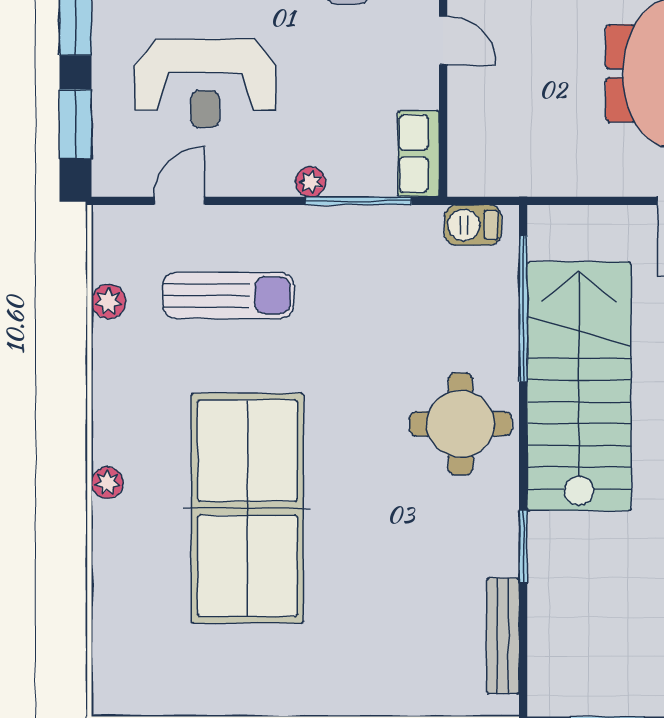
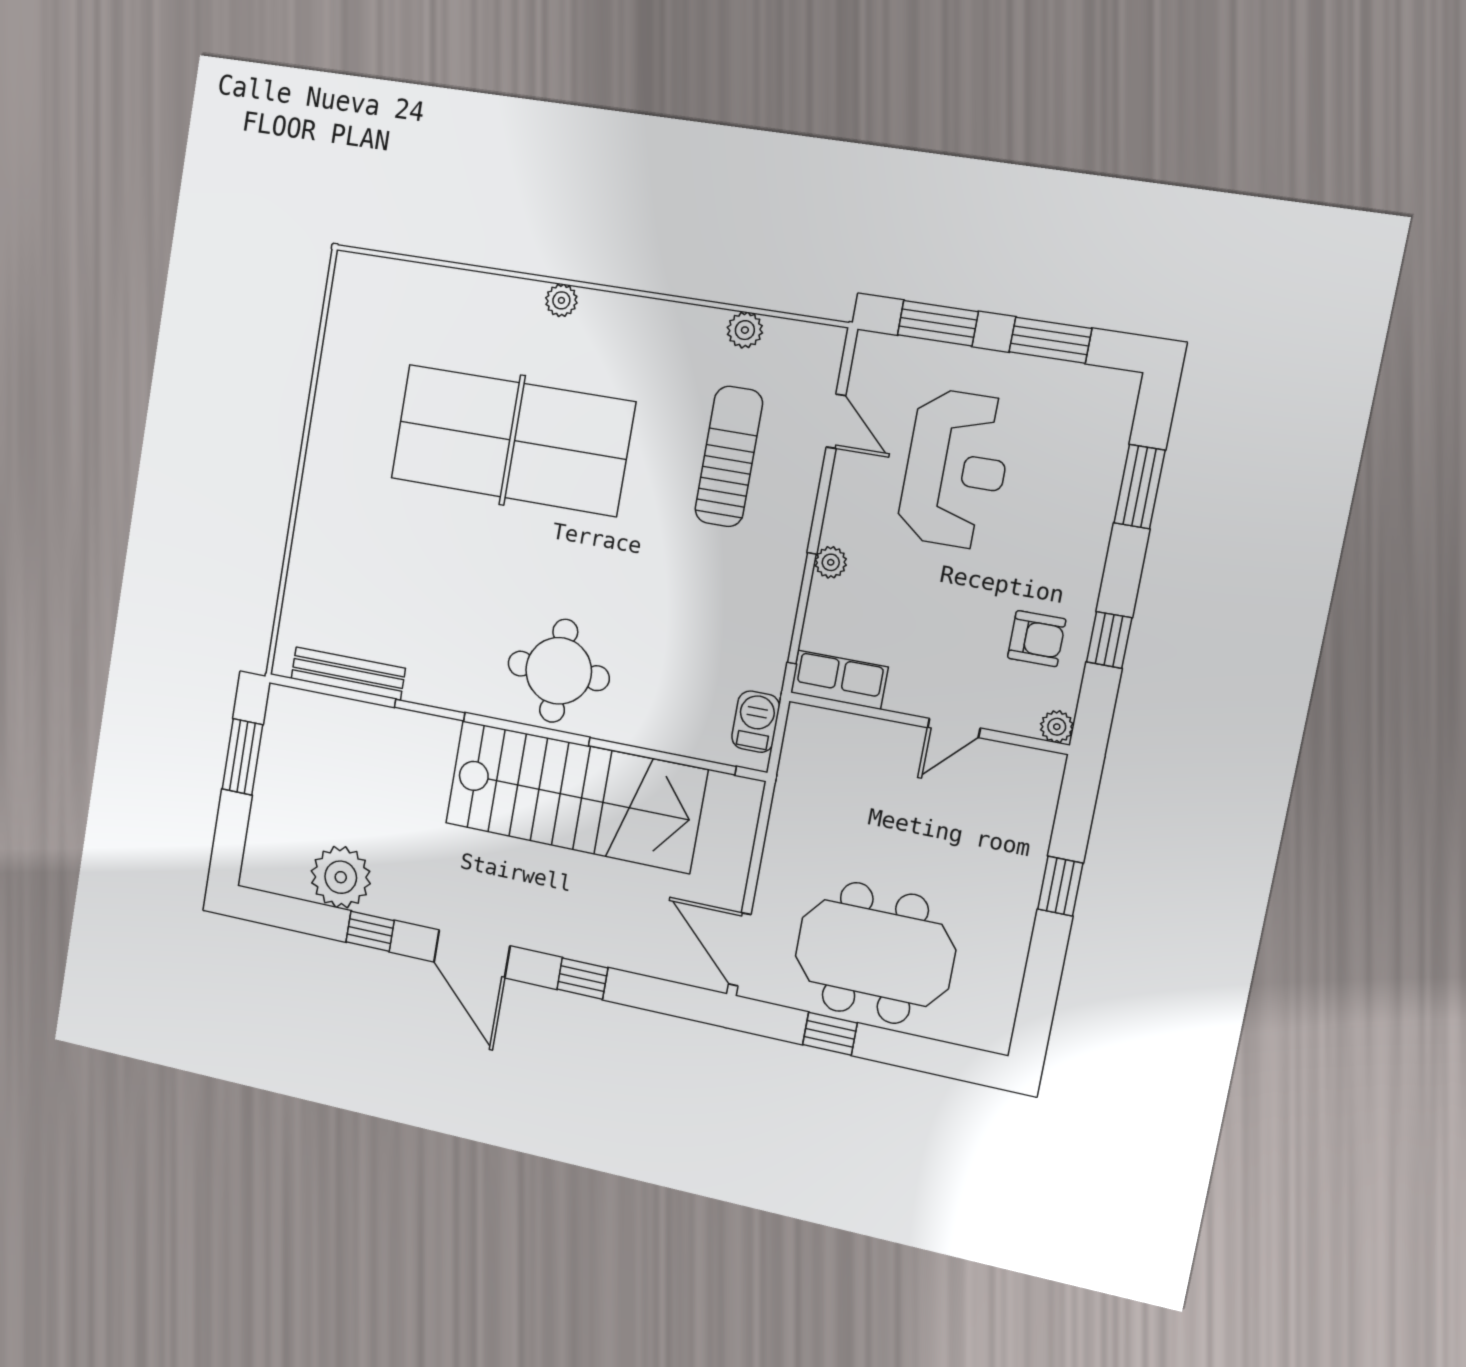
reception desk: (205, 83) -> (956, 469), turned 180
sun lounger: (228, 295) -> (729, 457), turned 180

